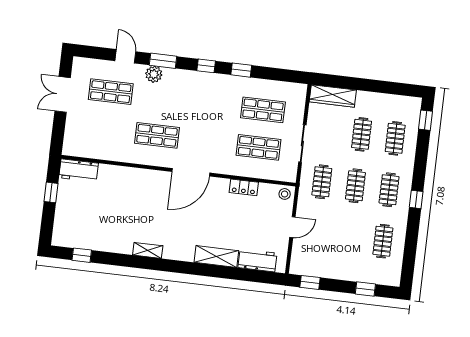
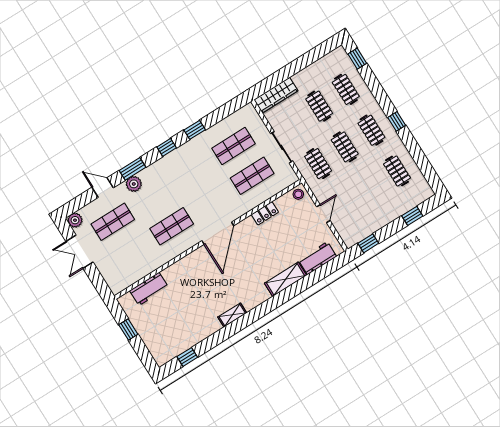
plant: (80, 65) -> (75, 220), added
workbench: (79, 170) -> (149, 289), moved

